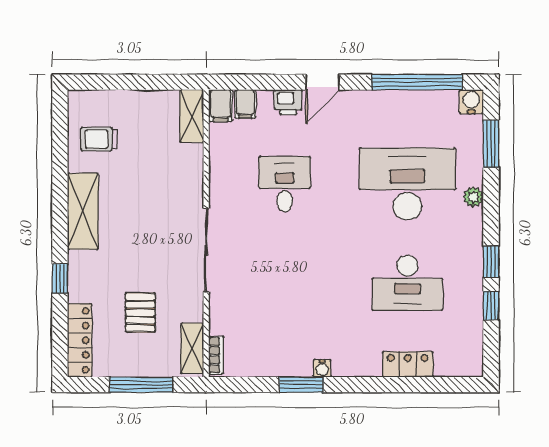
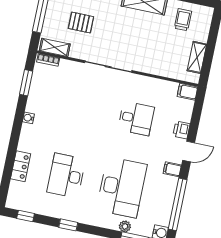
door: (322, 82) -> (189, 152), swing flipped
filing cabinet: (245, 104) -> (172, 169), moved
shelving: (192, 116) -> (197, 57), moved, turned 90
plant: (473, 197) -> (125, 226), moved
window: (491, 306) -> (26, 216), moved
window: (301, 385) -> (26, 83), moved

